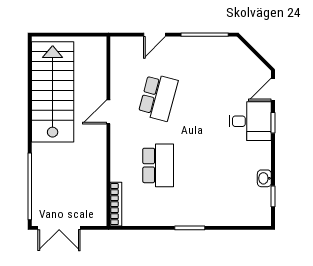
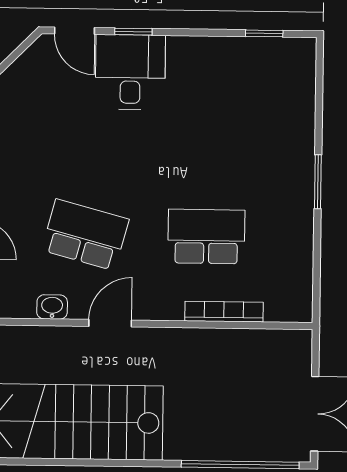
door: (108, 112) -> (110, 323), swing flipped
washbasin: (264, 178) -> (52, 307), moved, turned 180
bookcase: (116, 204) -> (224, 312), moved

